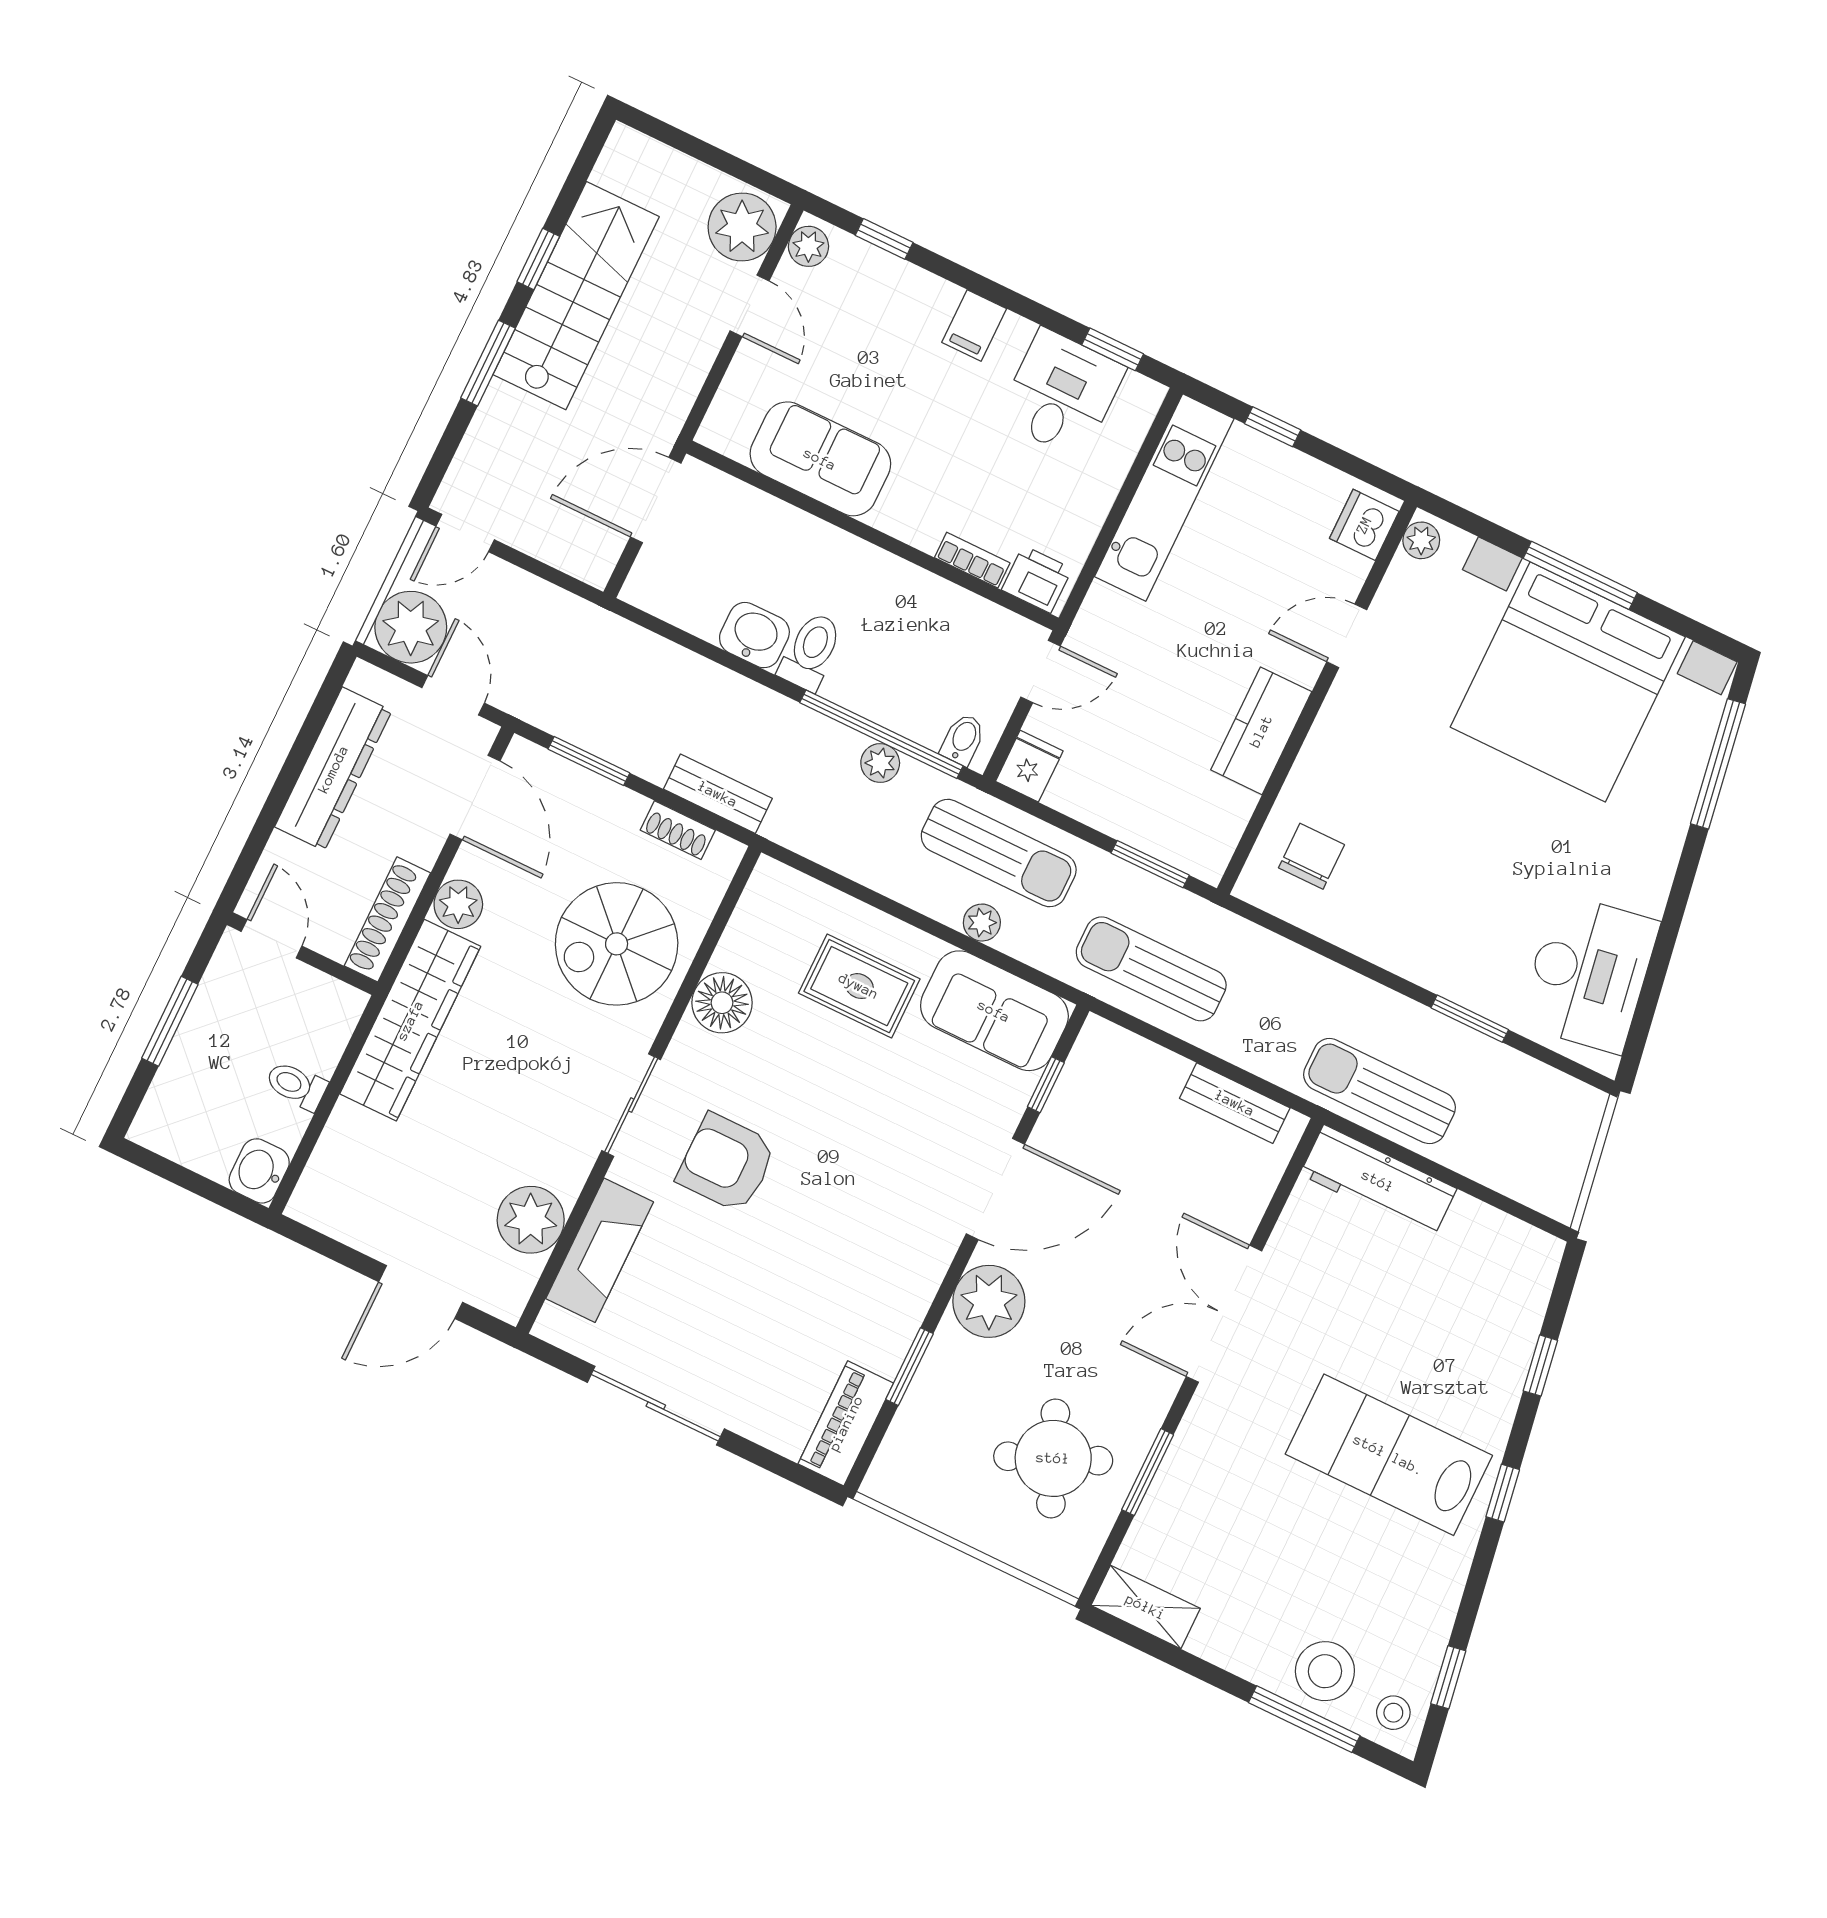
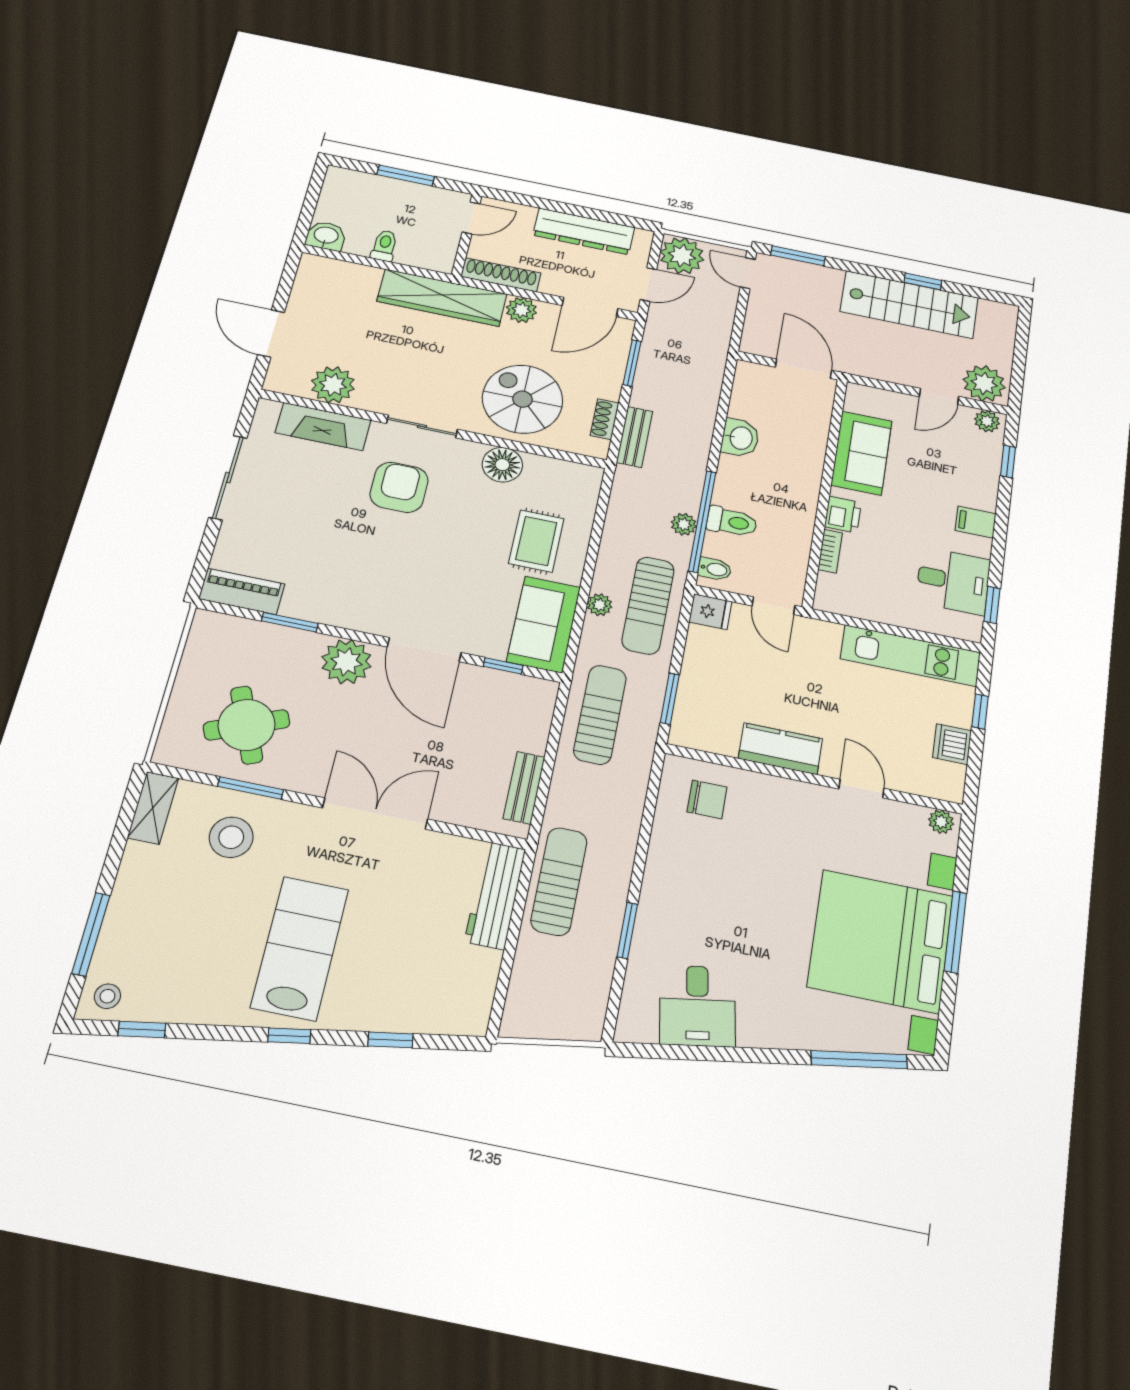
window: (488, 363) -> (798, 256), moved
dishwasher: (1364, 525) -> (952, 744), moved, turned -90
printer: (1037, 579) -> (843, 515), moved
toilet: (811, 651) -> (732, 522), moved
desk: (1589, 973) -> (697, 1006), width x0.73
stool: (1325, 1671) -> (231, 837), moved

